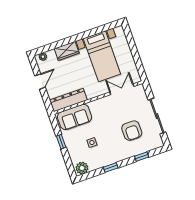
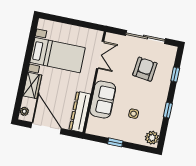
door: (40, 82) -> (46, 128), width x1.87
double door: (122, 89) -> (100, 55), swing flipped
sofa: (75, 117) -> (103, 100), moved
armchair: (132, 131) -> (145, 69), turned -83

